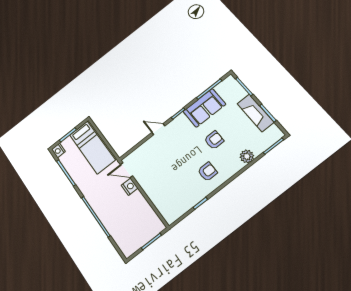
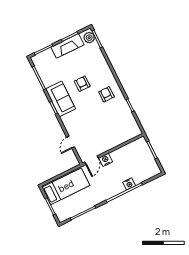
sofa: (204, 108) -> (60, 99), moved
door: (158, 129) -> (71, 142), moved
nightstand: (58, 150) -> (129, 184), moved
plant: (247, 156) -> (89, 38), moved

